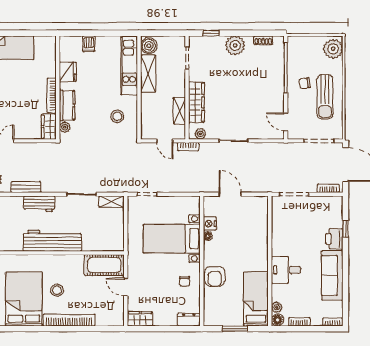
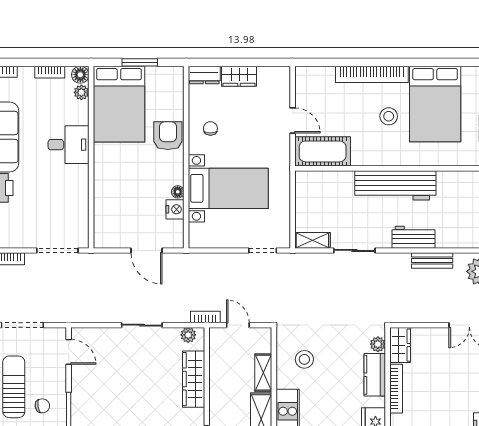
shelving: (179, 111) -> (263, 373), moved
bed: (256, 299) -> (119, 104), width x1.50
wardrobe: (140, 319) -> (239, 76), moved

